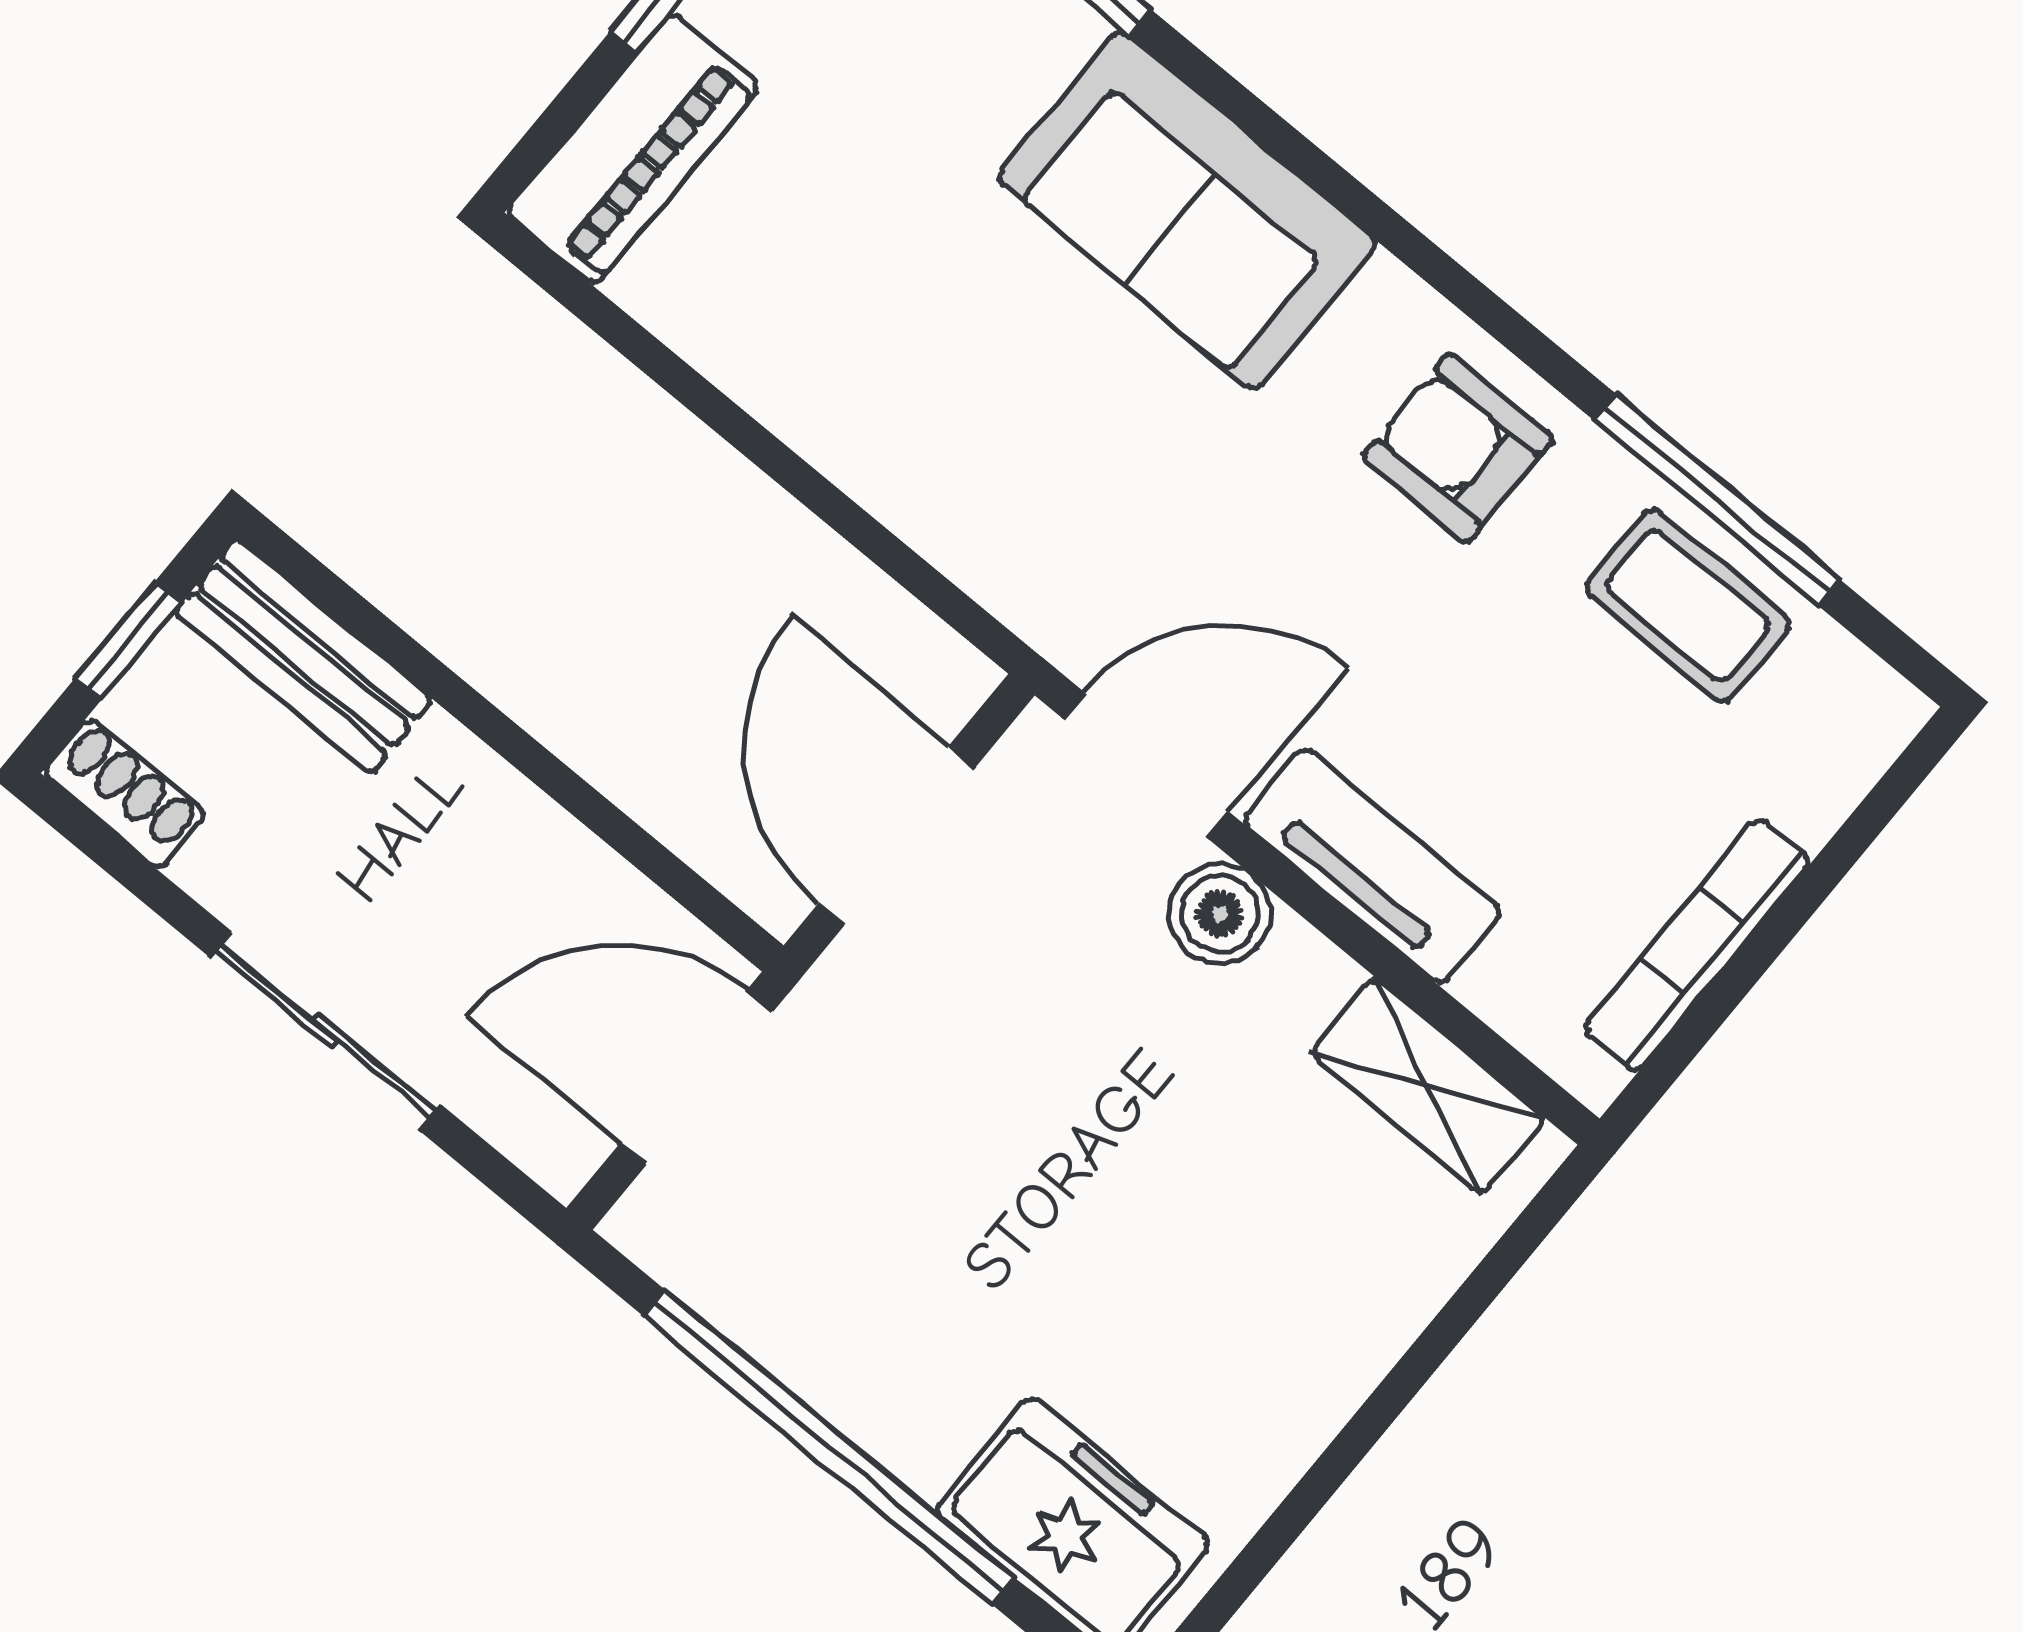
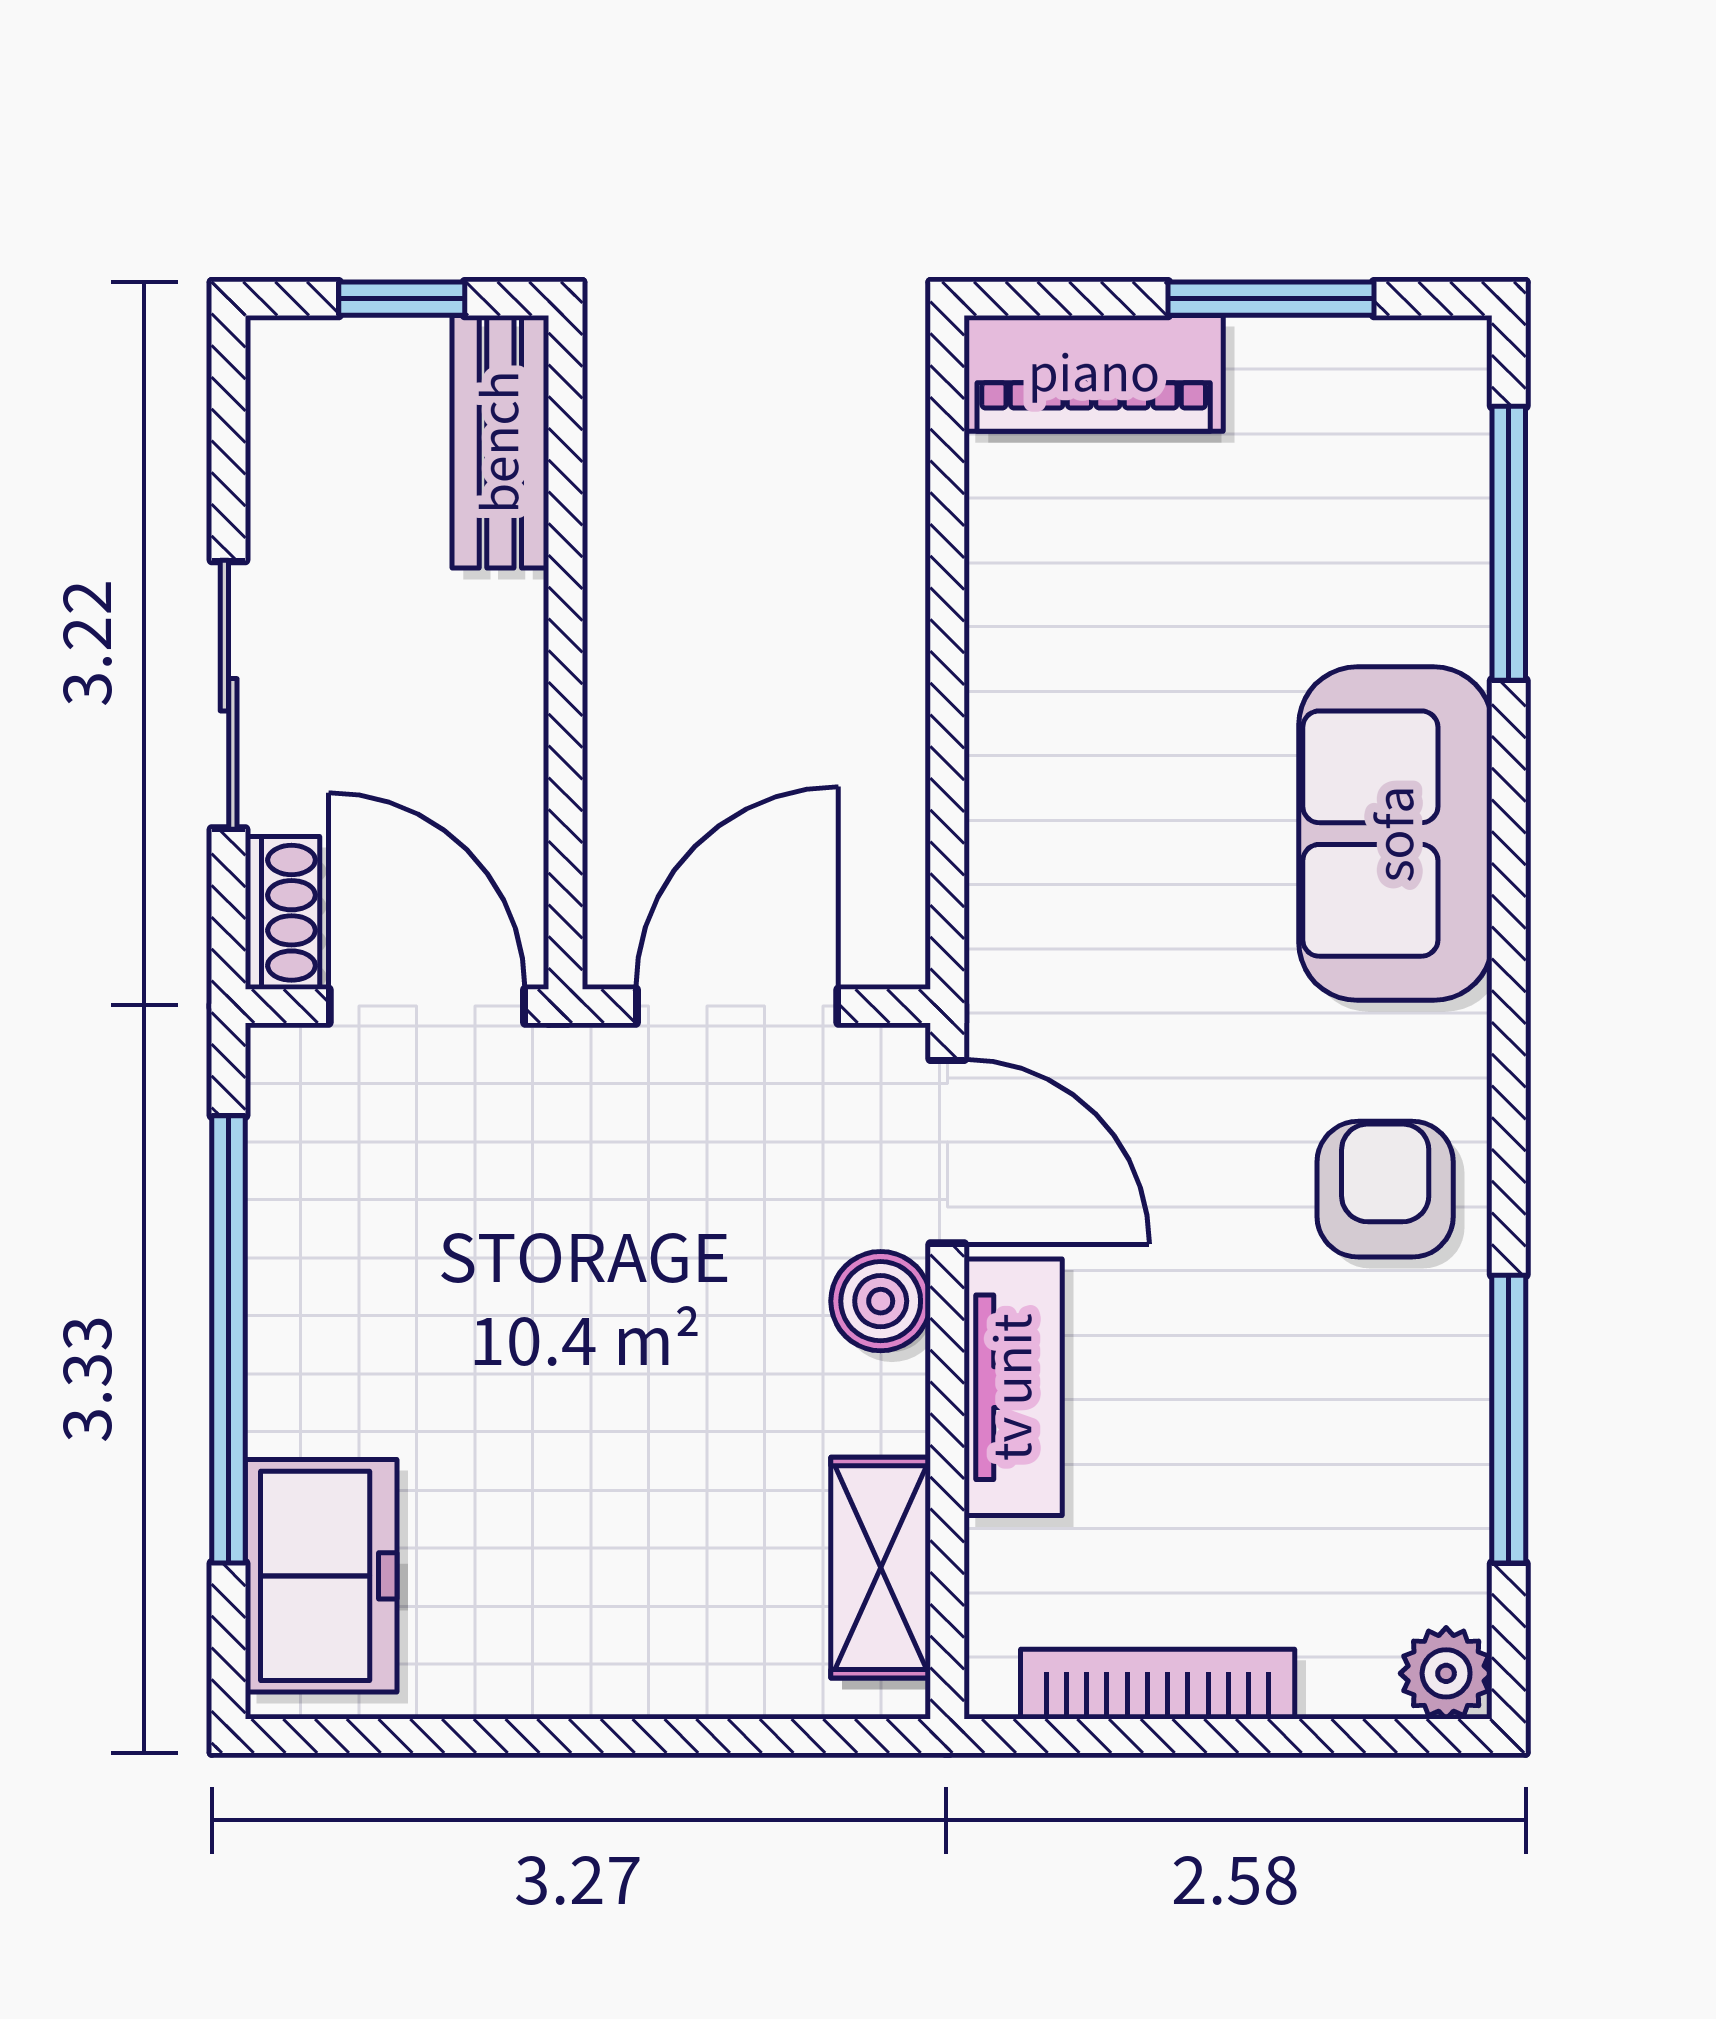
coffee table: (1688, 606) -> (1410, 1464), removed
plant: (1875, 713) -> (1446, 1673), added
shoe rack: (124, 794) -> (283, 913), moved

